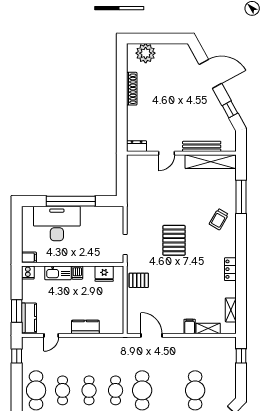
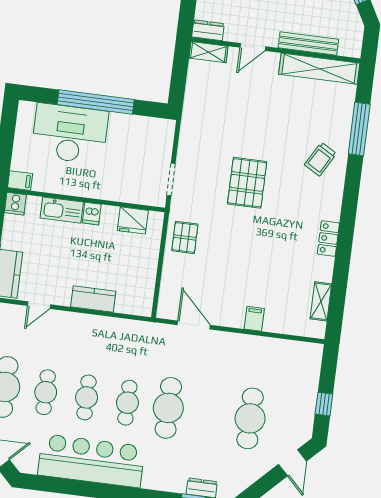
pallet: (139, 280) -> (185, 237), turned 90
shelving: (208, 329) -> (208, 52), moved
window: (241, 356) -> (324, 404), moved

